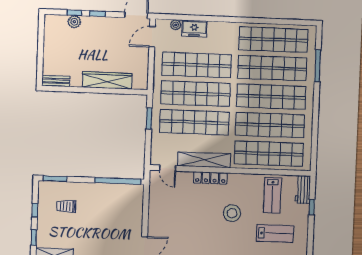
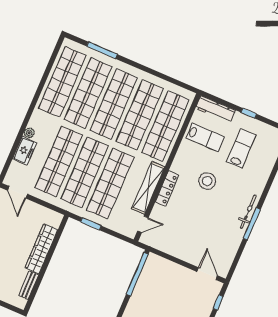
plant: (176, 25) -> (29, 133), moved
bench: (56, 81) -> (29, 285), moved
workbench: (303, 190) -> (215, 109), width x1.38
window: (312, 207) -> (249, 113), moved

